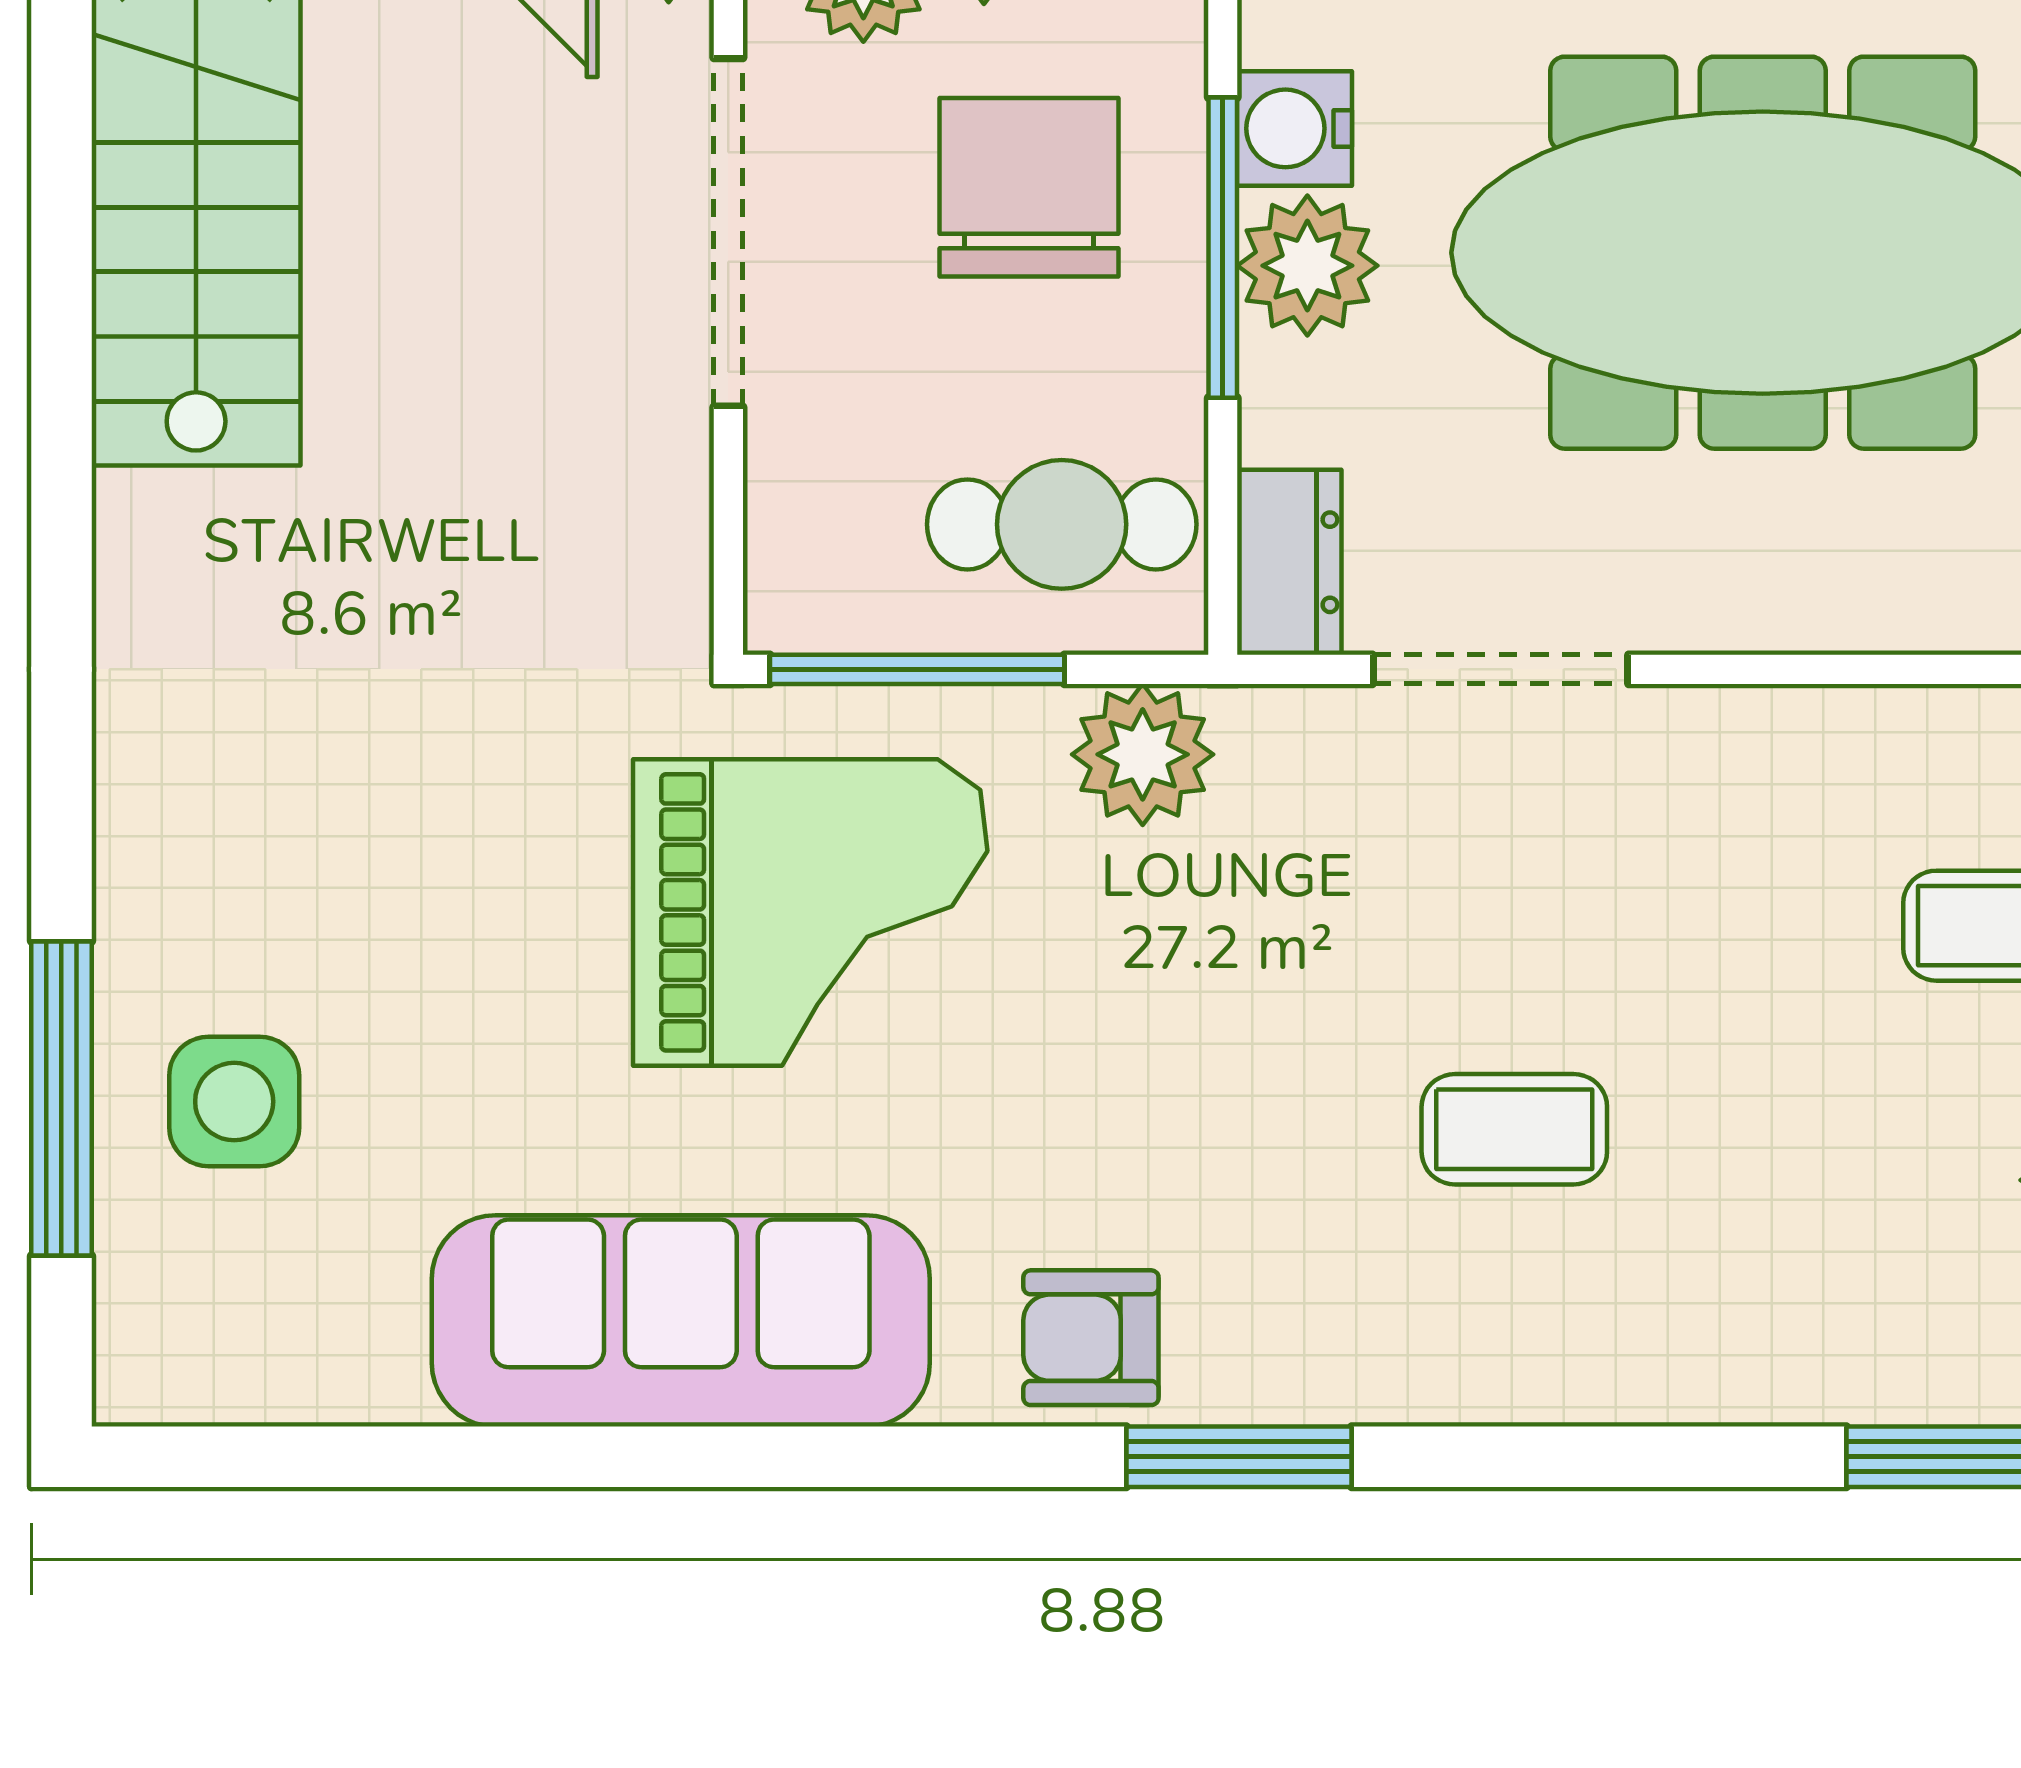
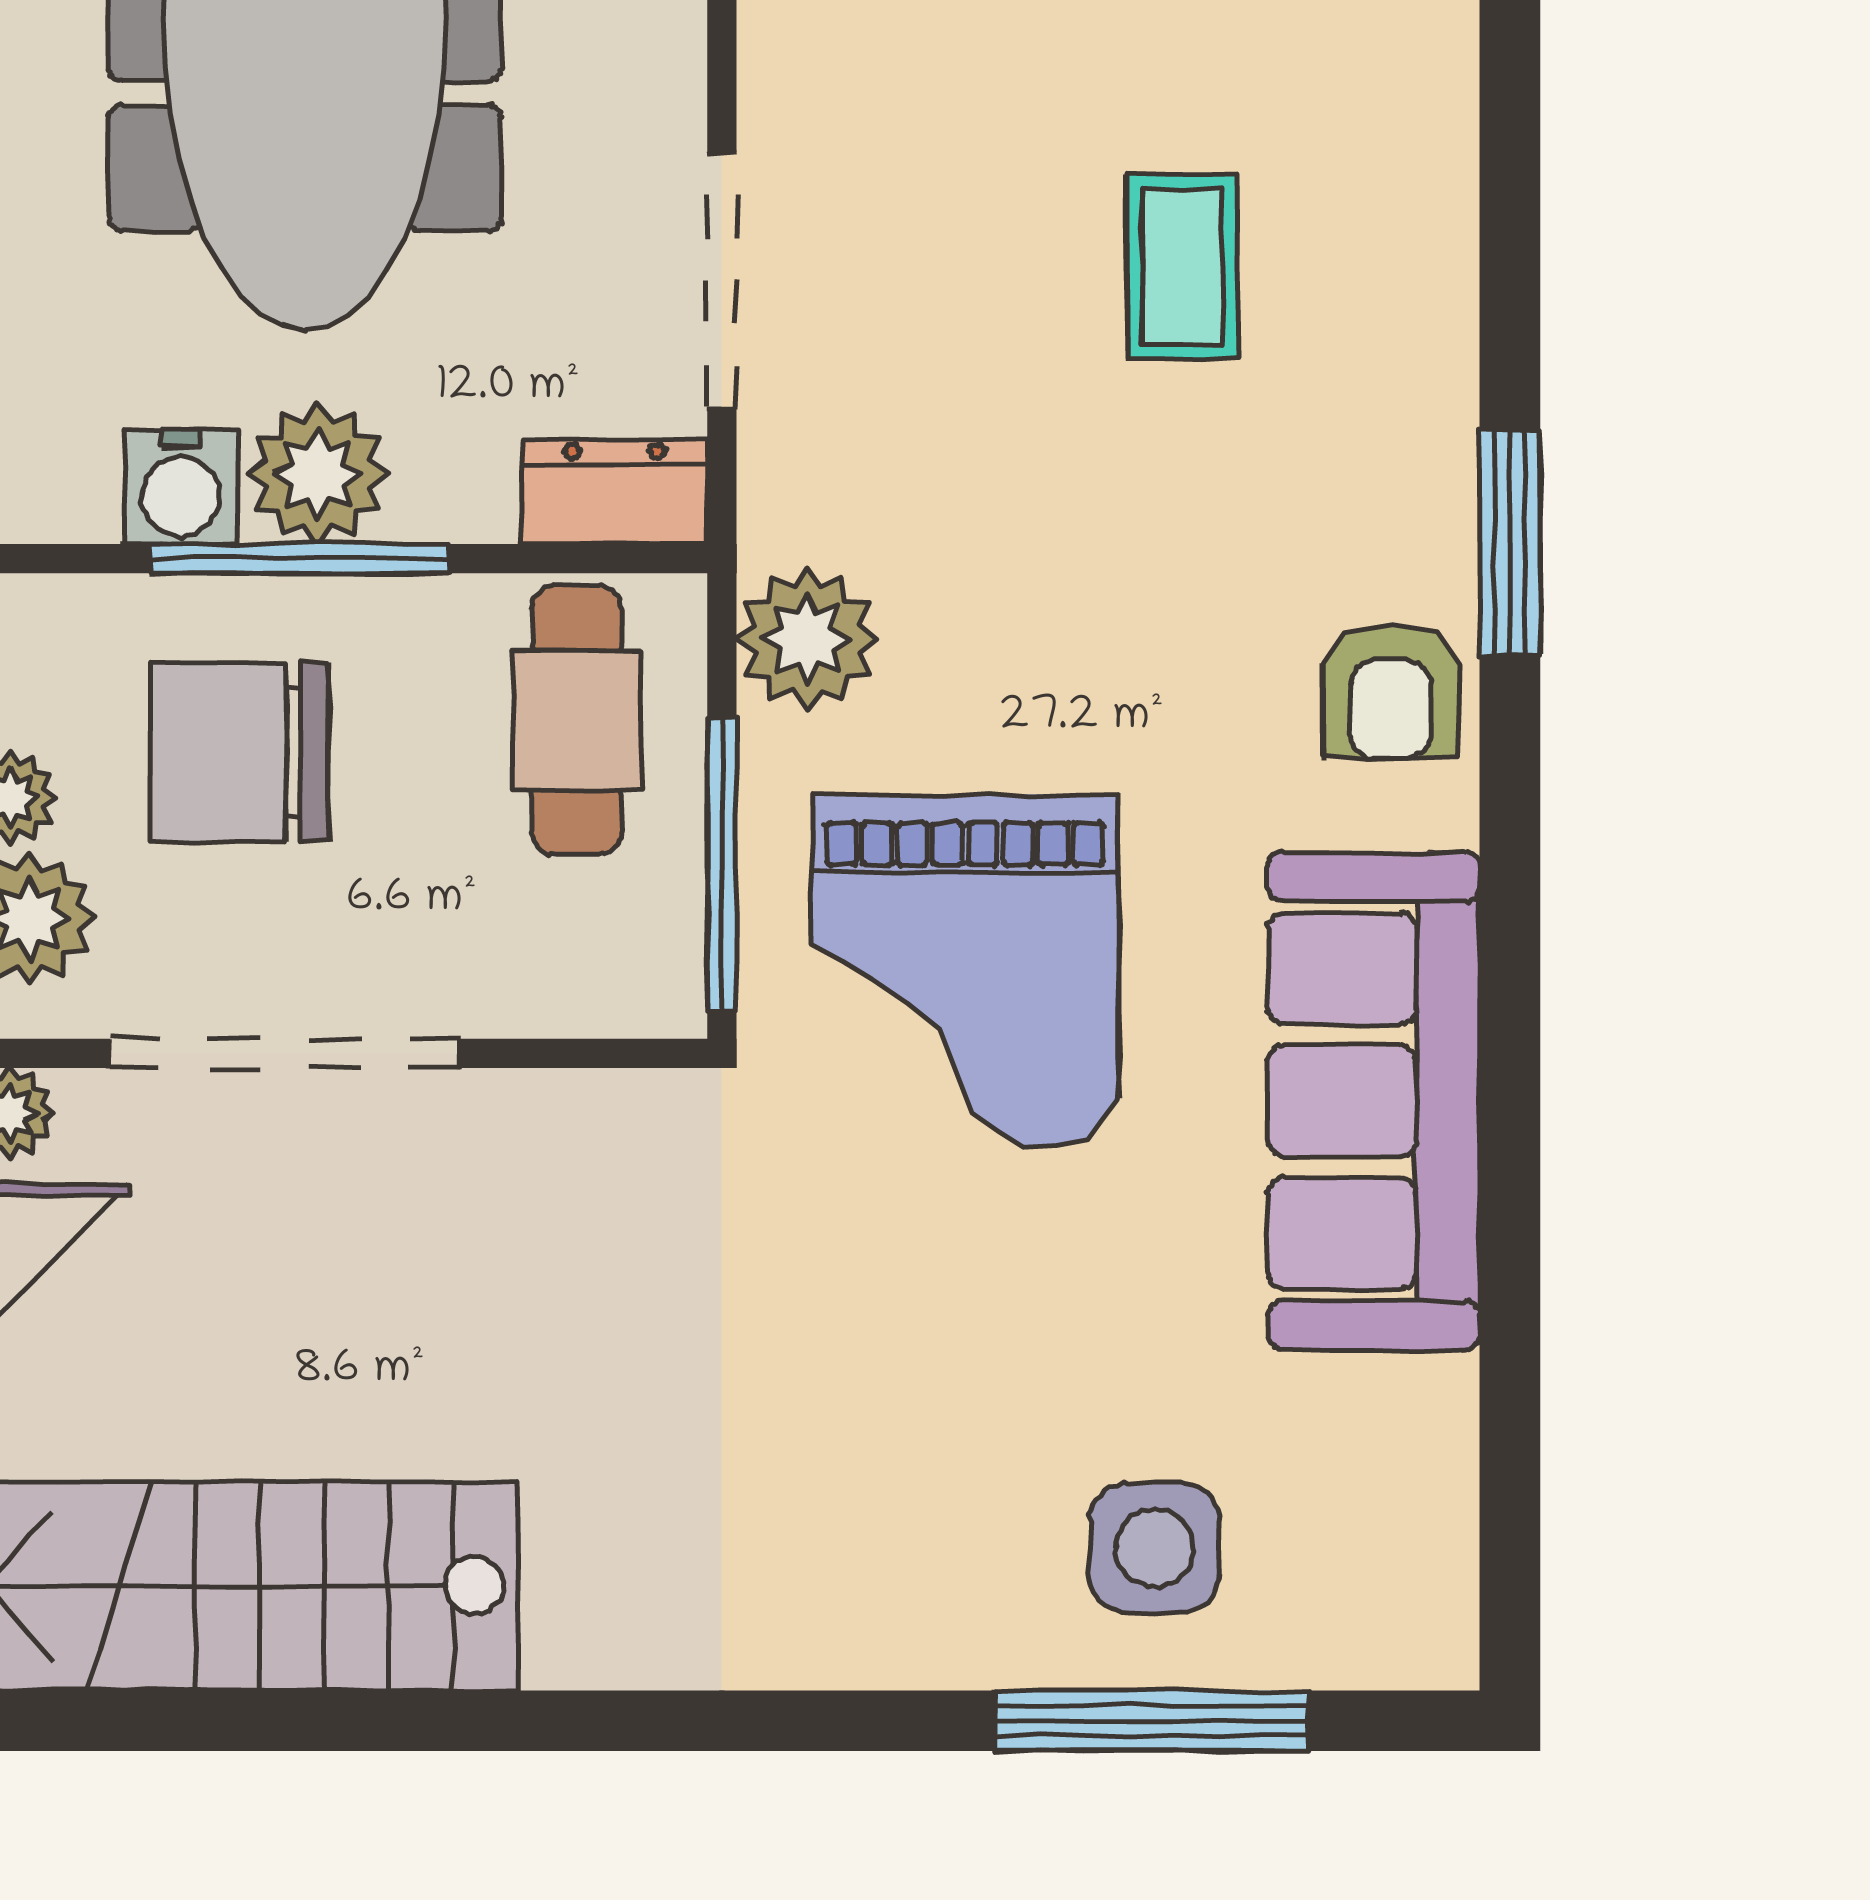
grand piano: (810, 912) -> (965, 971), turned 180

